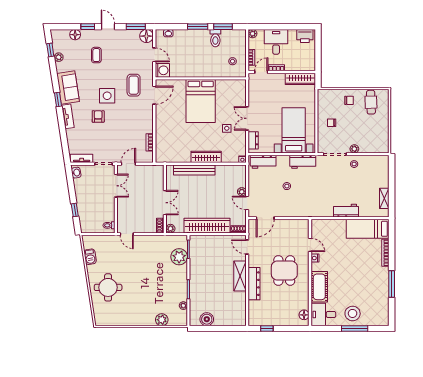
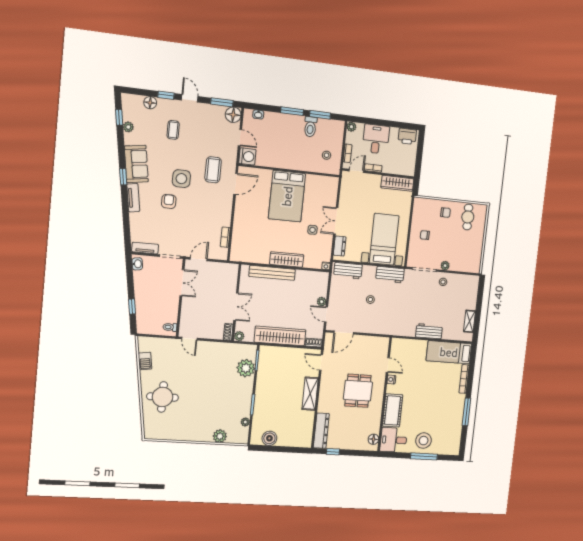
dresser: (254, 284) -> (321, 431), moved

